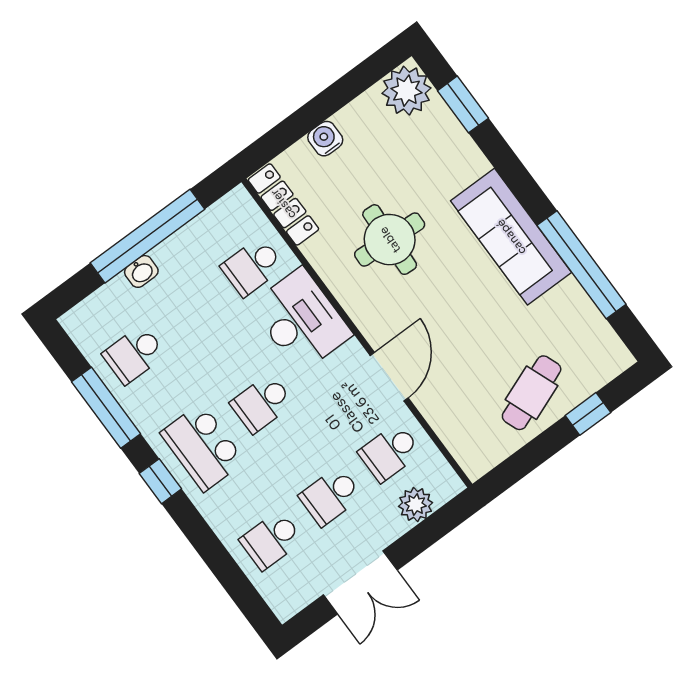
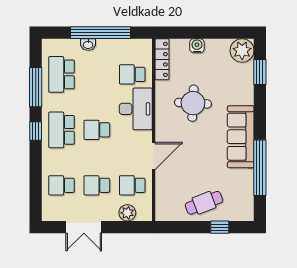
school desk: (134, 354) -> (61, 74), width x1.85

